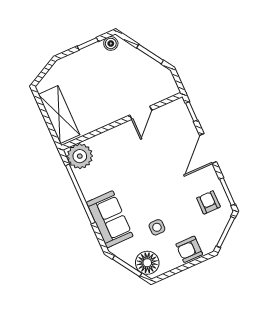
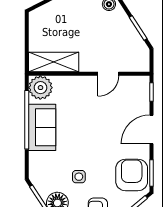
shelving: (59, 115) -> (54, 62), moved, turned 90
armchair: (208, 202) -> (132, 175), width x1.88, depth x1.88
sofa: (110, 219) -> (42, 127), moved

